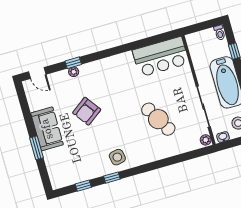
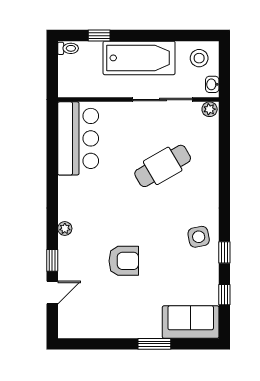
plant: (74, 72) -> (65, 229), moved
door: (37, 73) -> (52, 292), moved
armchair: (87, 111) -> (124, 261), turned -54
sofa: (47, 129) -> (191, 322), moved

